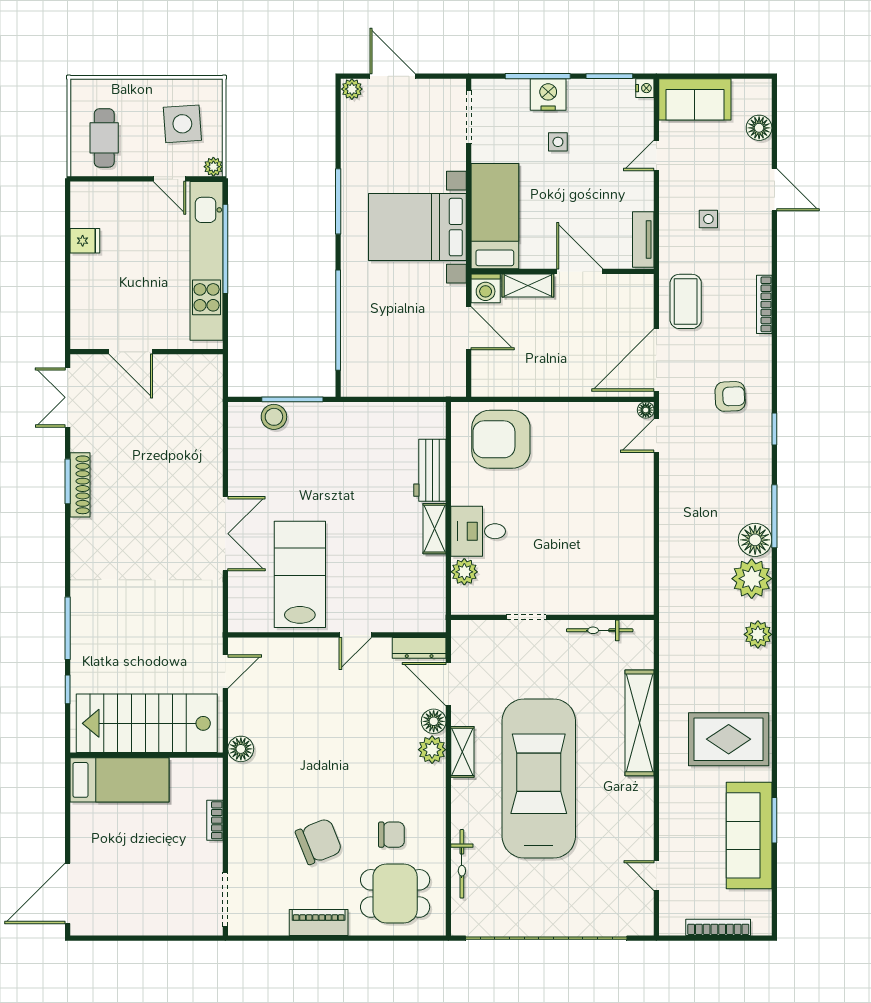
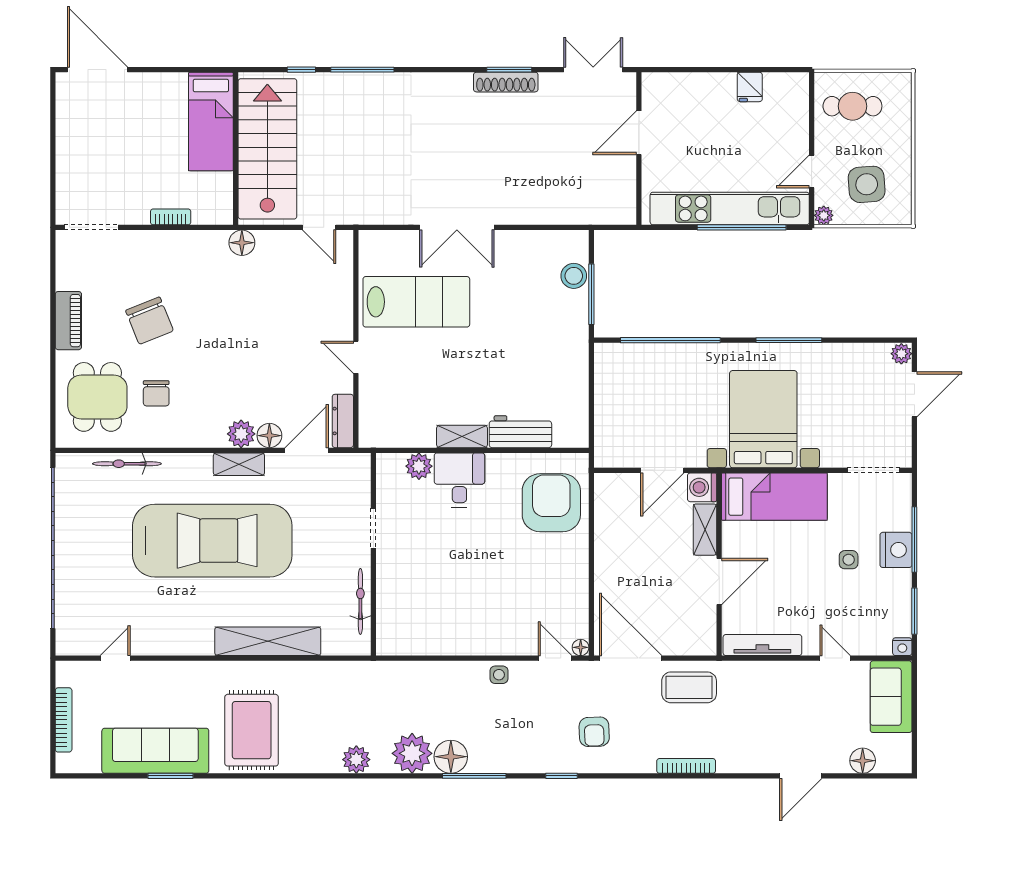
side table: (708, 219) -> (499, 675), moved
tv unit: (643, 239) -> (762, 645), width x1.41

